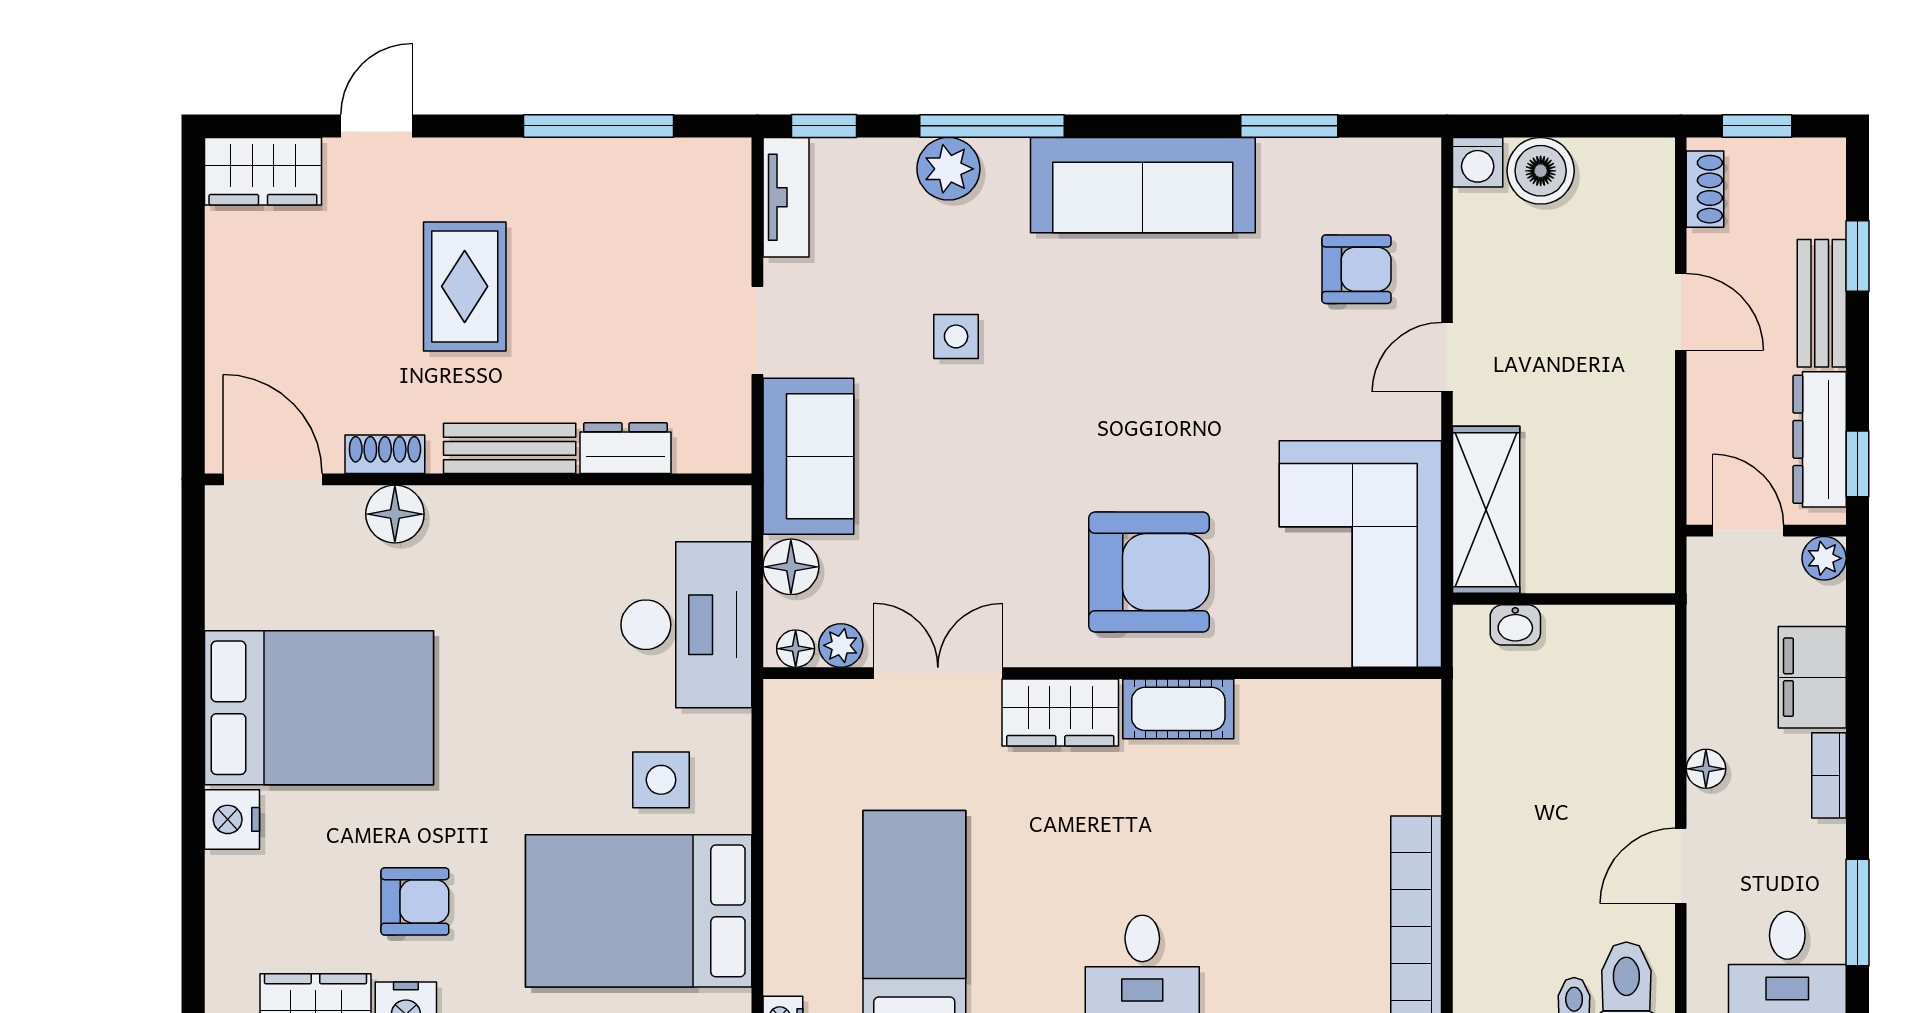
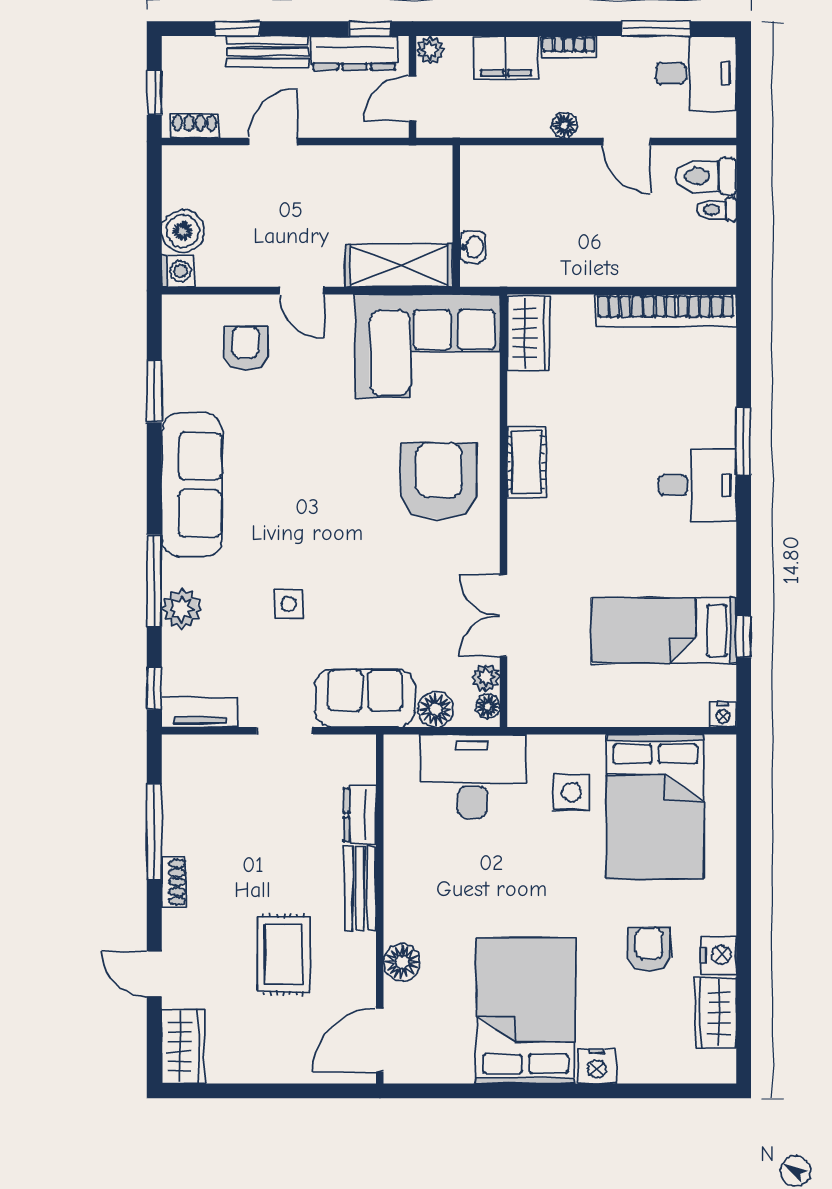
rug: (465, 286) -> (284, 954), moved, turned 90
shoe rack: (385, 454) -> (174, 882), moved, turned 180
wardrobe: (1060, 713) -> (529, 333), moved

